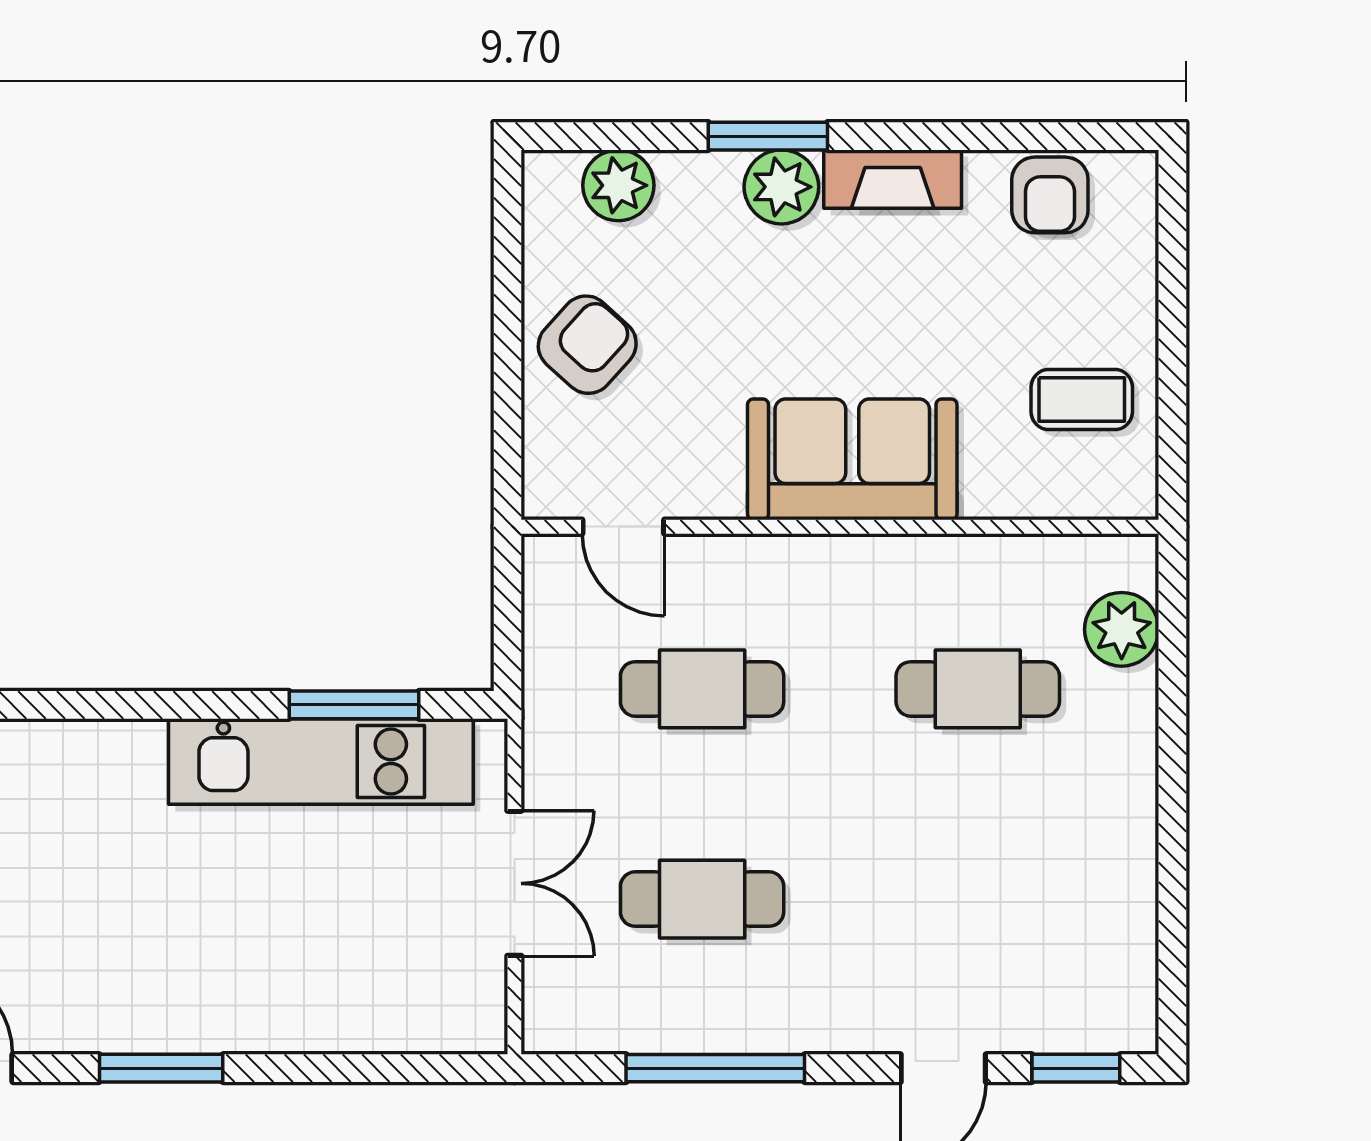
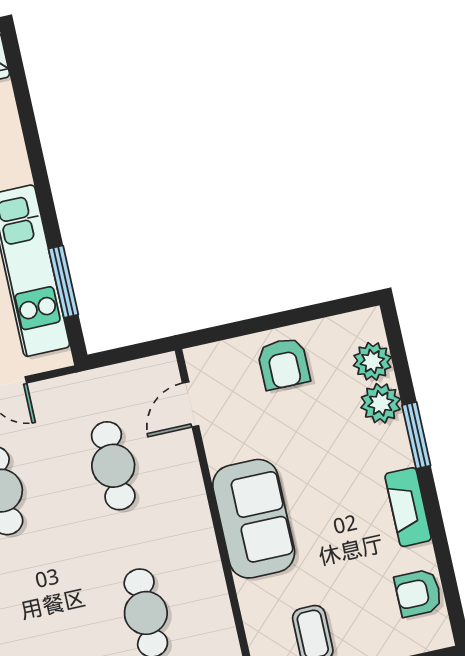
plant: (781, 187) -> (381, 403), moved
armchair: (587, 345) -> (283, 364), turned 48

